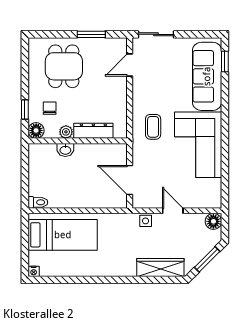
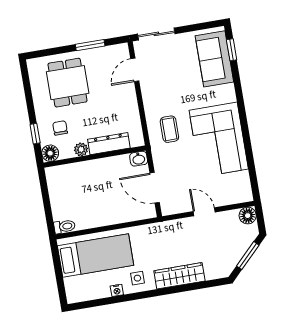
sofa: (207, 76) -> (214, 59), width x0.73
washbasin: (65, 150) -> (139, 159), moved
side table: (146, 221) -> (137, 278), moved
wardrobe: (160, 268) -> (179, 276), moved
nightstand: (34, 271) -> (117, 290), moved

